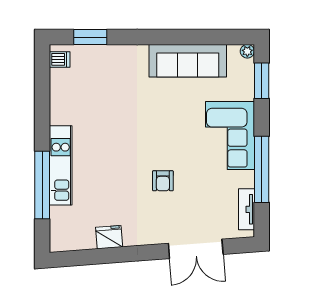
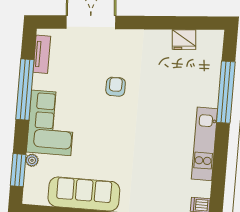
plant: (247, 51) -> (32, 160), moved
kitchen unit: (61, 165) -> (205, 144), moved
fridge: (109, 237) -> (184, 40), moved

